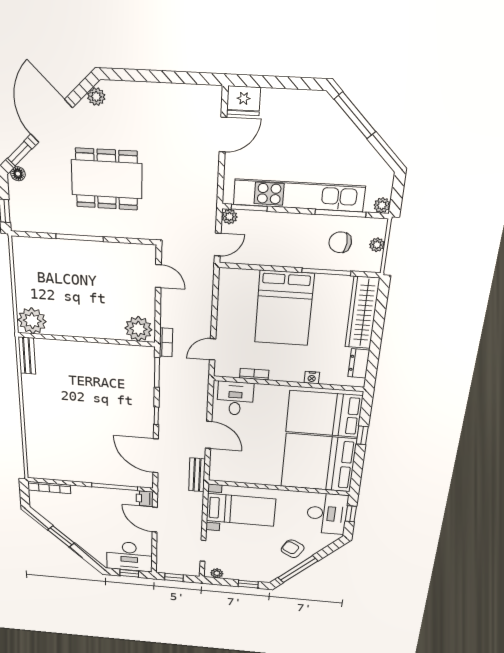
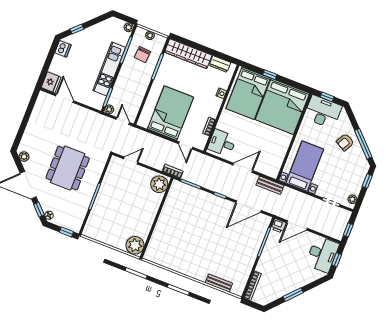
dishwasher: (311, 102) -> (63, 49), added
window: (355, 115) -> (77, 29), width x0.46
kitchen unit: (299, 195) -> (109, 69), width x0.73
bed: (284, 308) -> (170, 113), moved, turned -90
bench: (27, 356) -> (219, 283), moved

